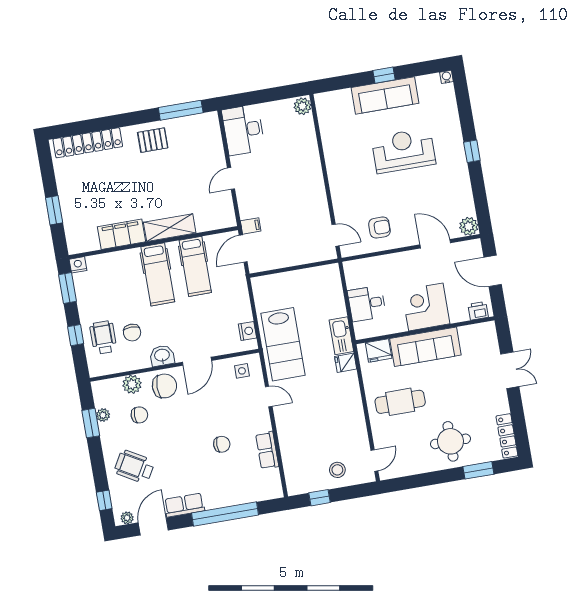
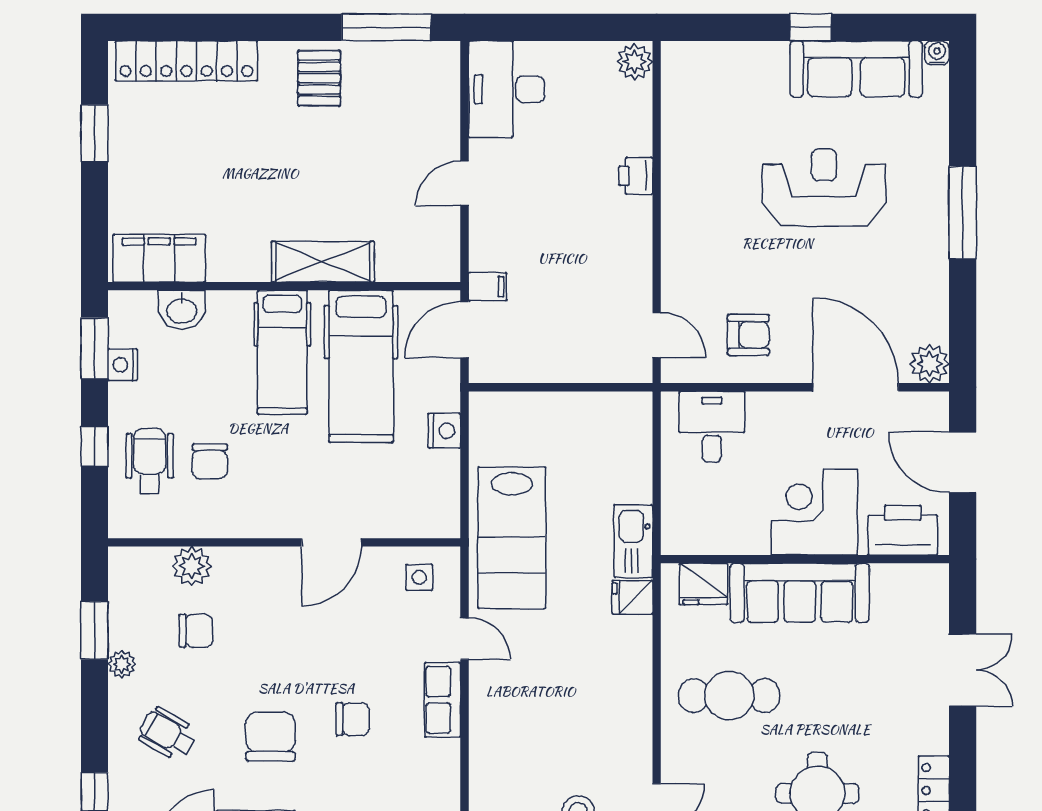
sofa: (385, 95) -> (856, 69), moved
pallet: (153, 140) -> (319, 78), turned 90
window: (472, 151) -> (963, 213), width x2.17
printer: (312, 161) -> (636, 176), added
window: (54, 210) -> (94, 133), moved
filing cabinet: (121, 234) -> (159, 258), moved
door: (435, 244) -> (856, 387), width x1.36
nightstand: (78, 265) -> (123, 365), moved, turned -90
hospital bed: (195, 266) -> (361, 366), width x1.37, depth x1.29
desk: (367, 303) -> (712, 427), moved, turned 90
printer: (478, 311) -> (903, 530), width x1.87, depth x1.48
nightstand: (247, 331) -> (444, 431), moved
washbasin: (162, 356) -> (182, 310), moved, turned 180
chair: (164, 386) -> (270, 737), moved, turned -90
plant: (103, 415) -> (122, 664), moved
row of seats: (267, 450) -> (443, 700), moved
wheelchair: (134, 467) -> (167, 734), width x0.73, depth x0.73

